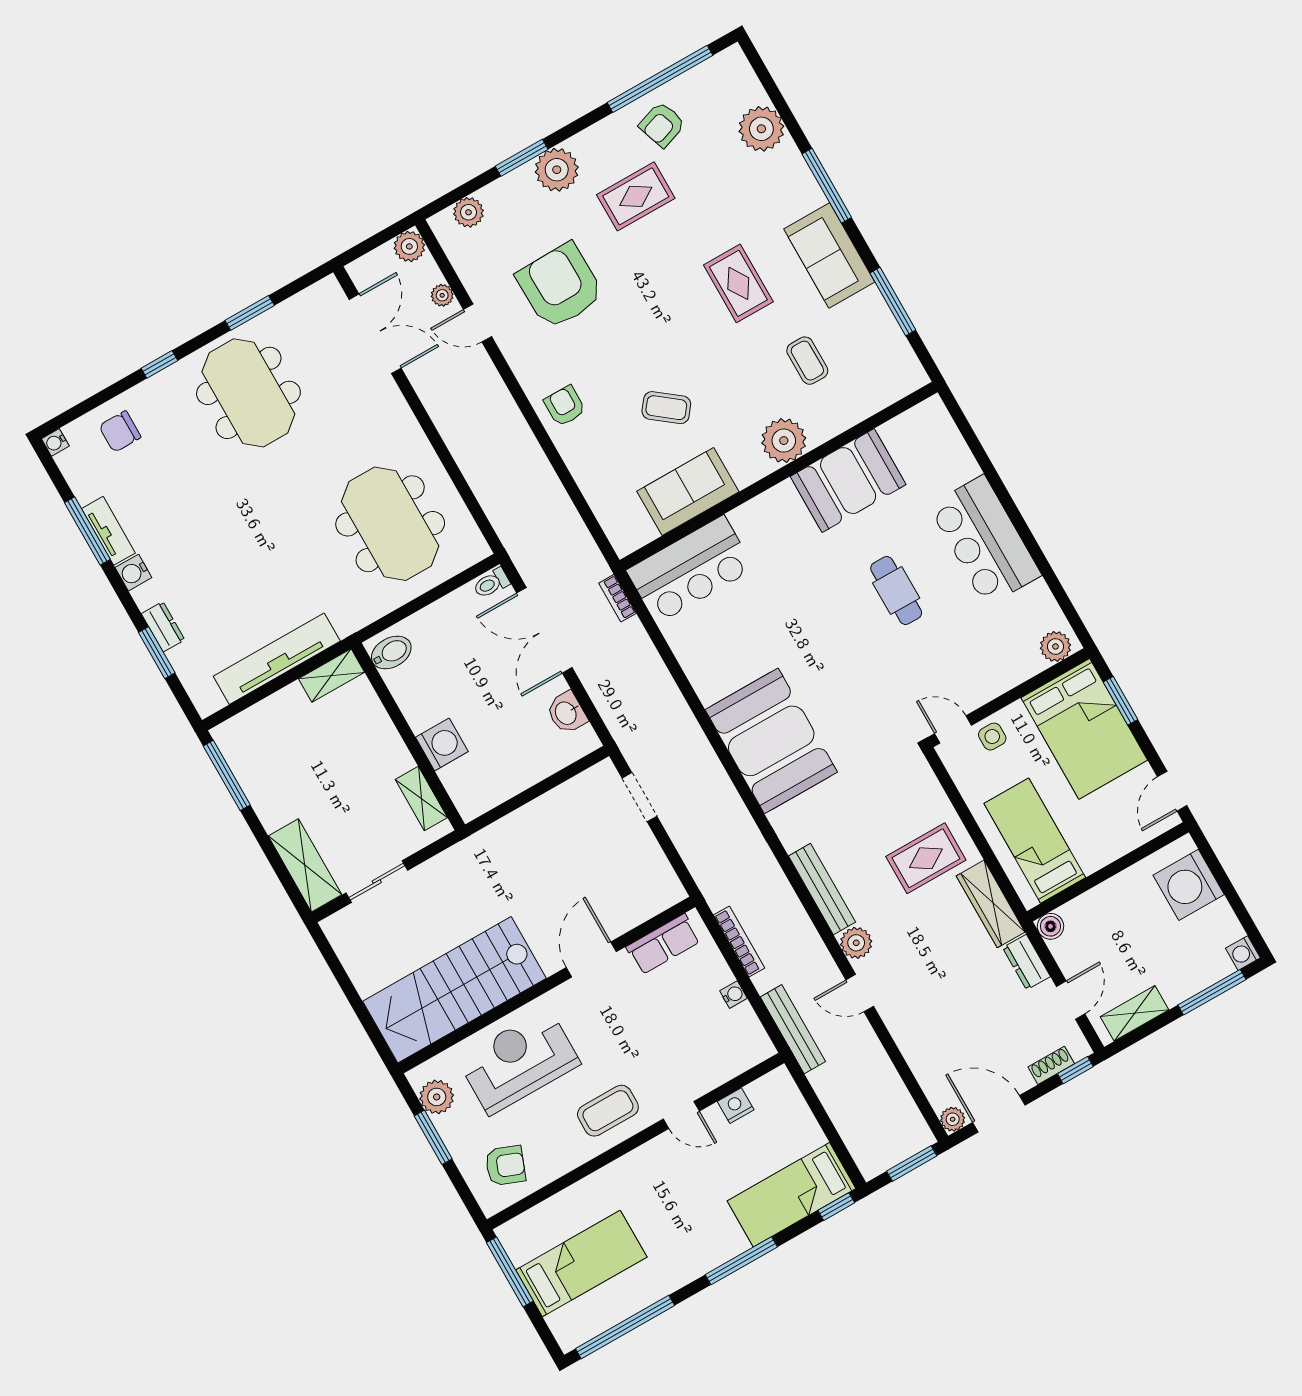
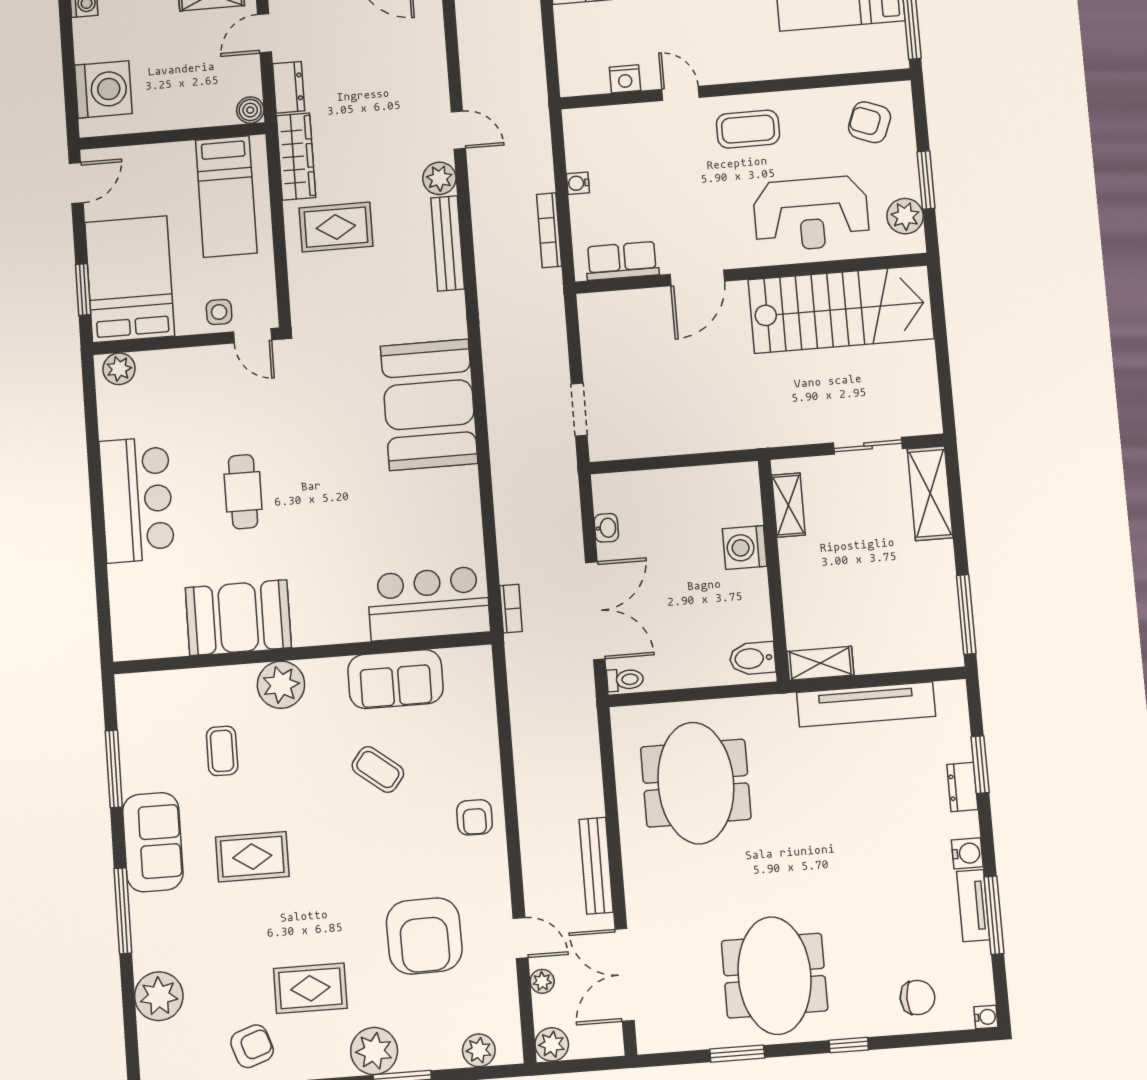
rug: (738, 283) -> (252, 857), turned 90
washbasin: (567, 713) -> (606, 528), width x0.72, depth x0.69
bench: (793, 1029) -> (596, 866), moved

